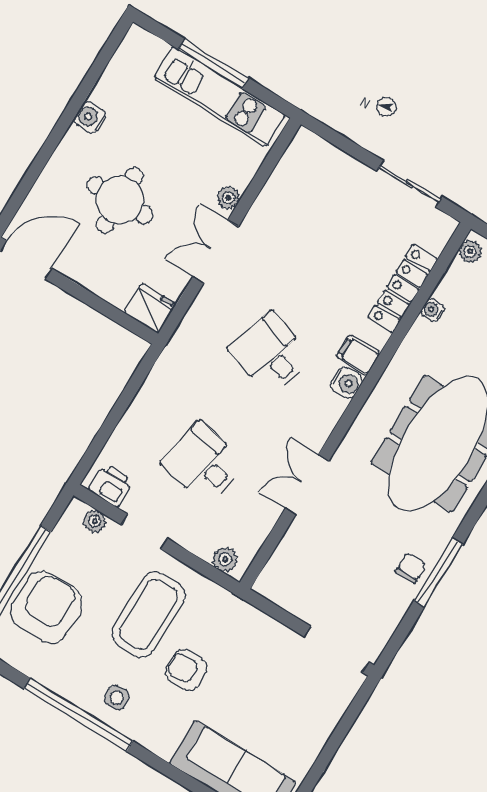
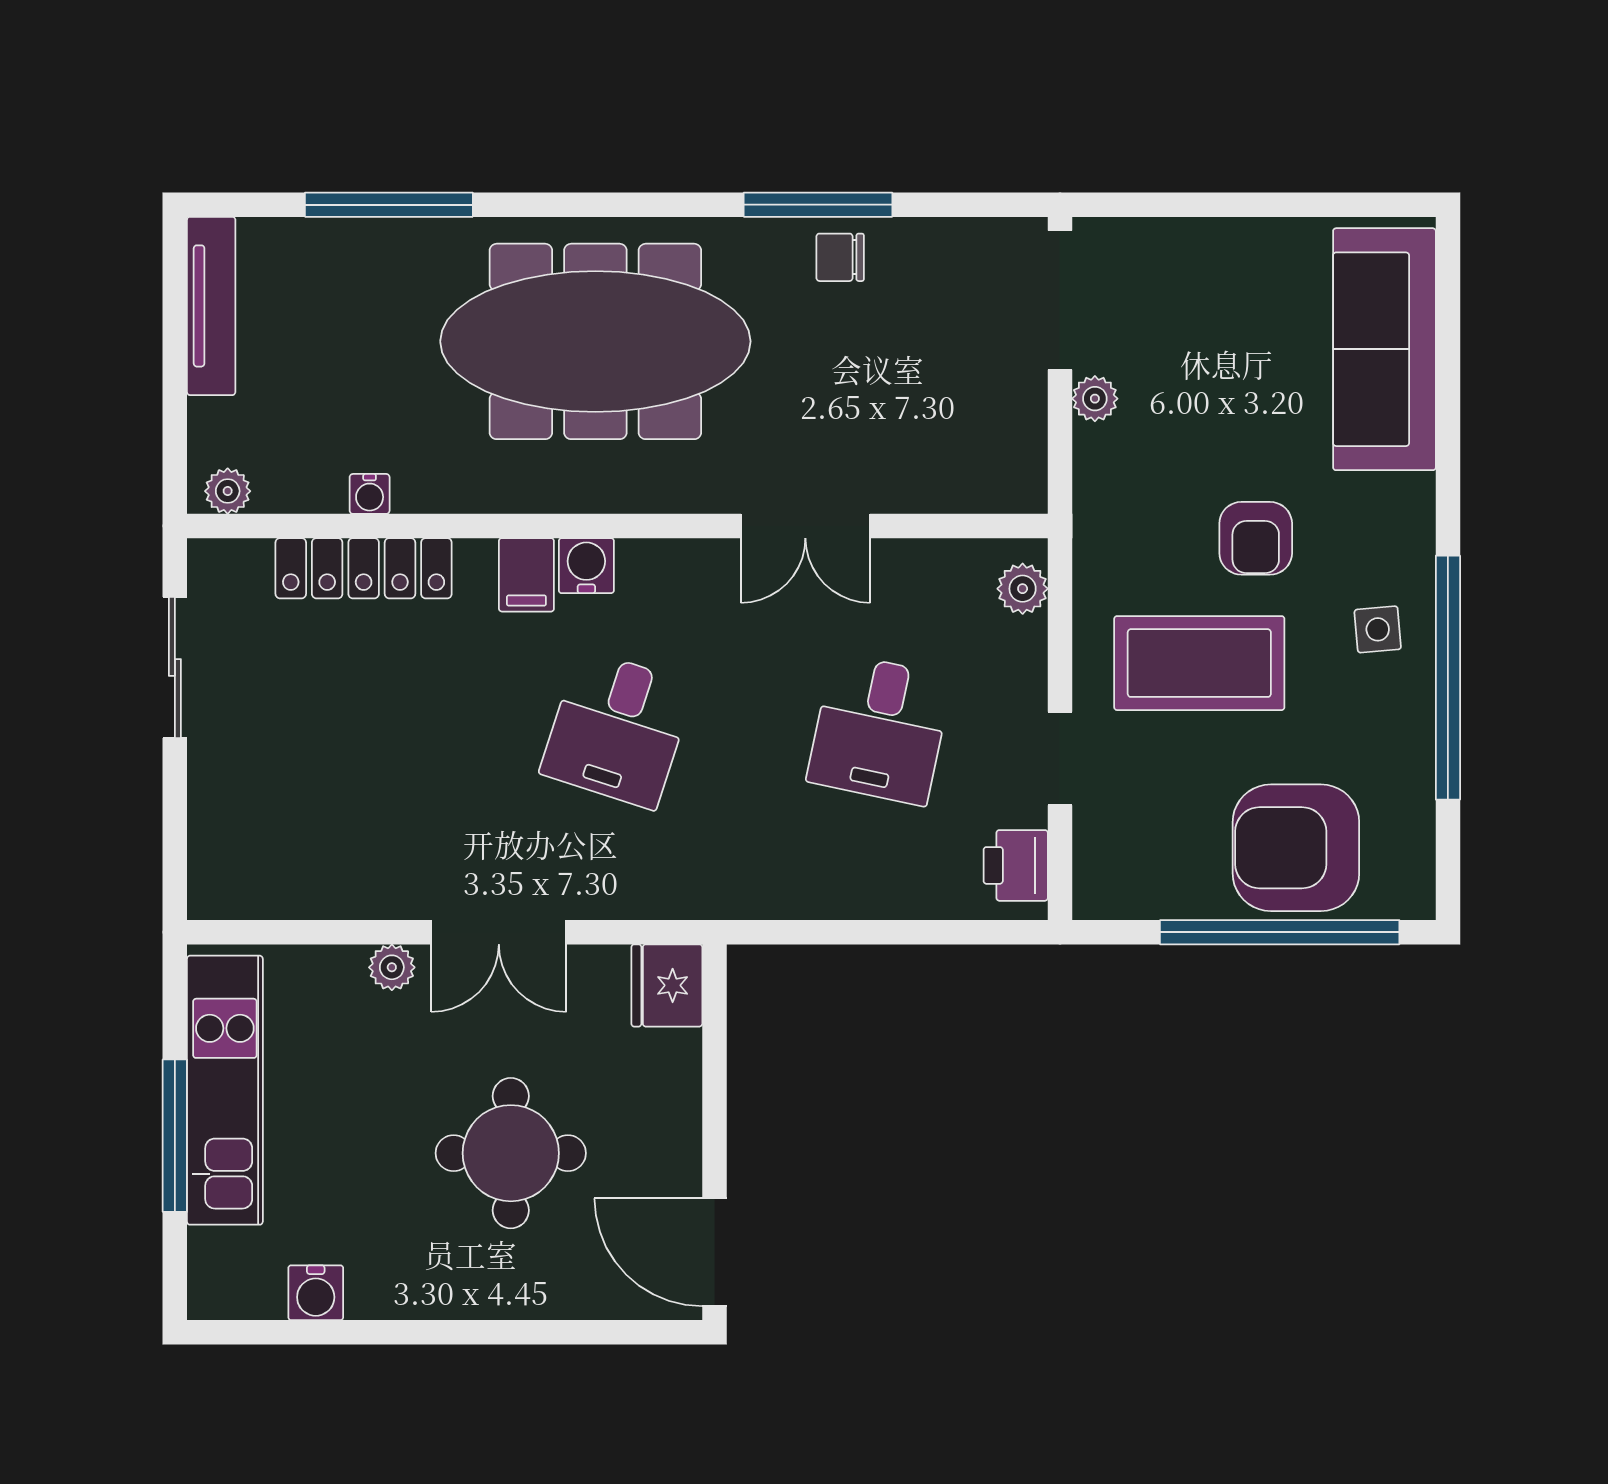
water cooler: (90, 118) -> (316, 1293), moved
plant: (95, 521) -> (1095, 399), moved

